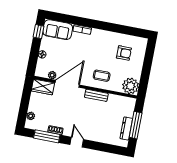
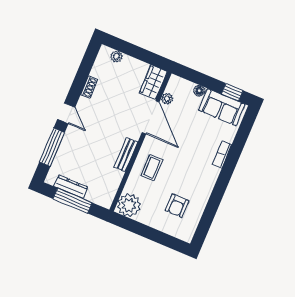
sofa: (58, 30) -> (222, 107), moved, turned -90
window: (47, 136) -> (52, 147), moved
door: (77, 142) -> (66, 113), hinge flipped

